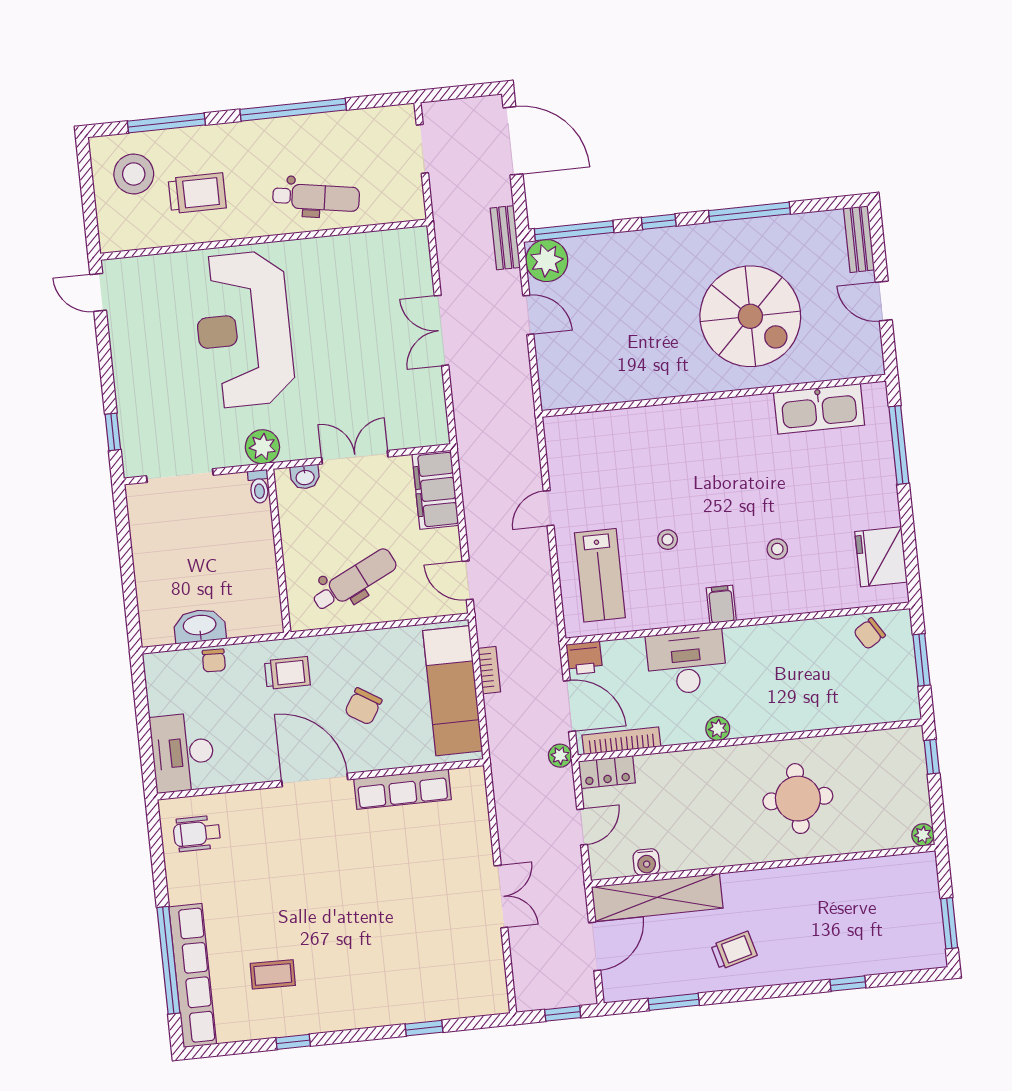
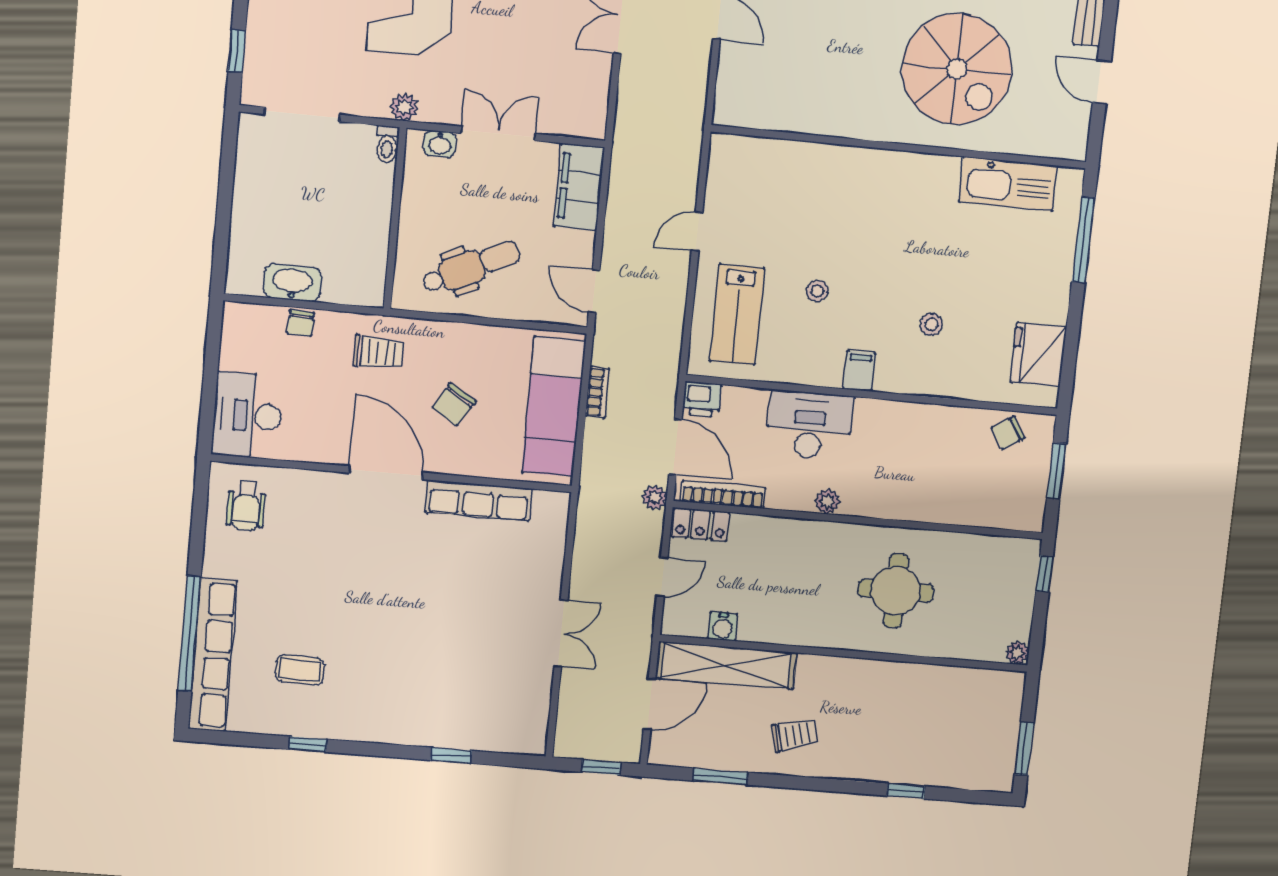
plant: (262, 447) -> (404, 107), width x0.73, depth x0.73
wheelchair: (197, 834) -> (246, 505), turned -90

